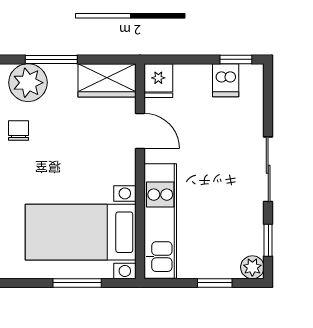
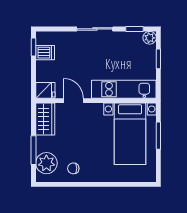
door: (140, 131) -> (73, 101), hinge flipped

